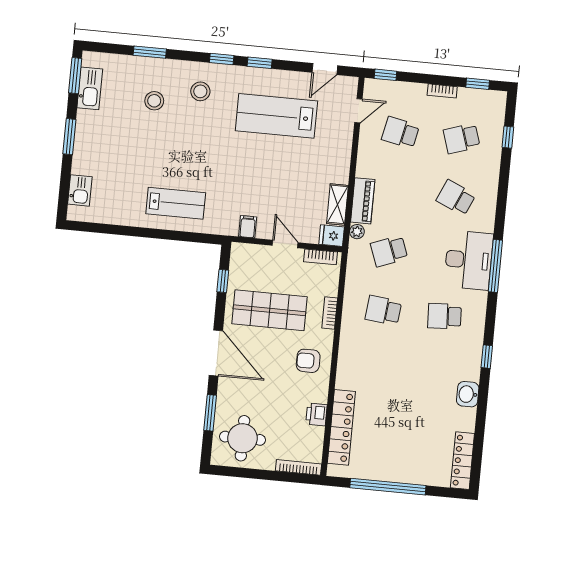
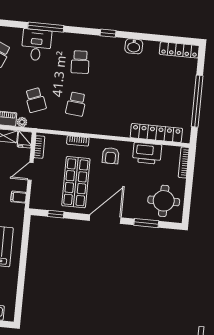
desk: (469, 260) -> (36, 45), width x0.73
printer: (316, 414) -> (147, 153), width x1.87, depth x1.48

